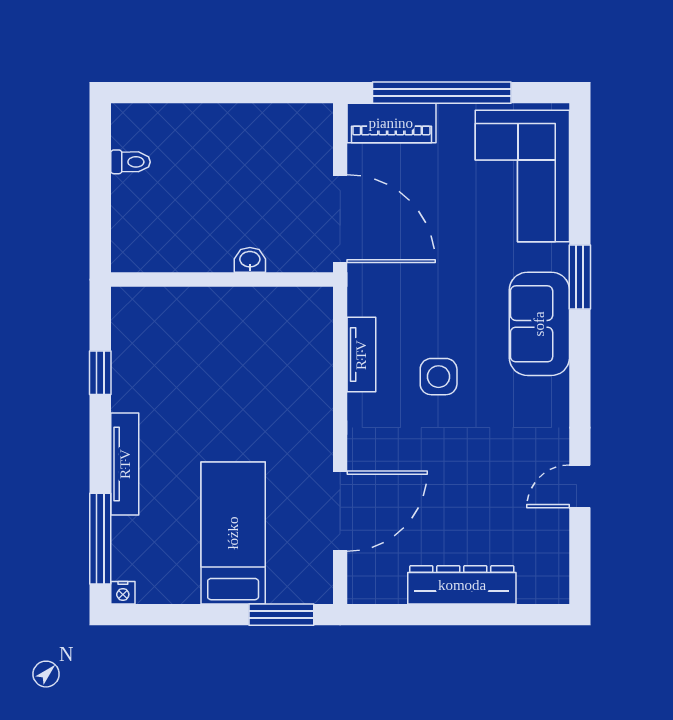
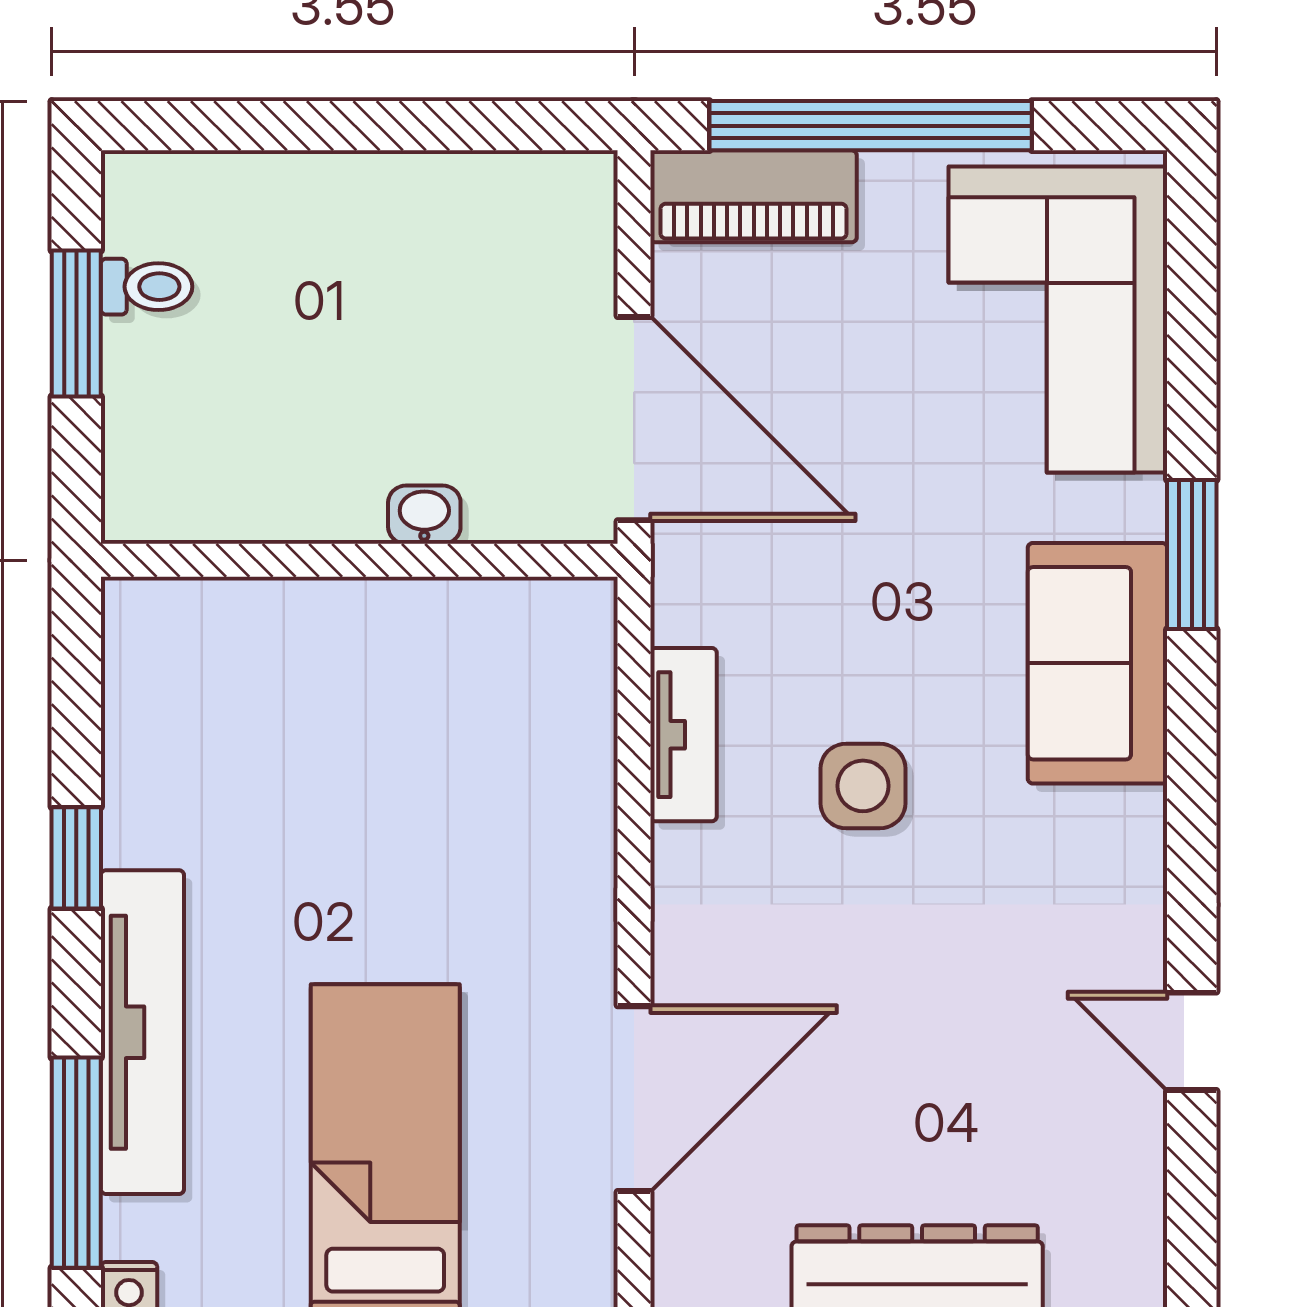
window: (100, 178) -> (76, 324), added
window: (100, 373) -> (76, 858), moved
tv unit: (125, 464) -> (142, 1032), width x1.36, depth x1.29
door: (580, 486) -> (1192, 1041), hinge flipped

